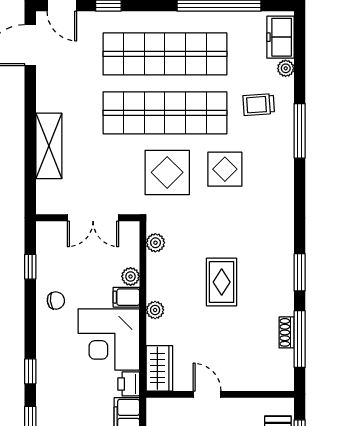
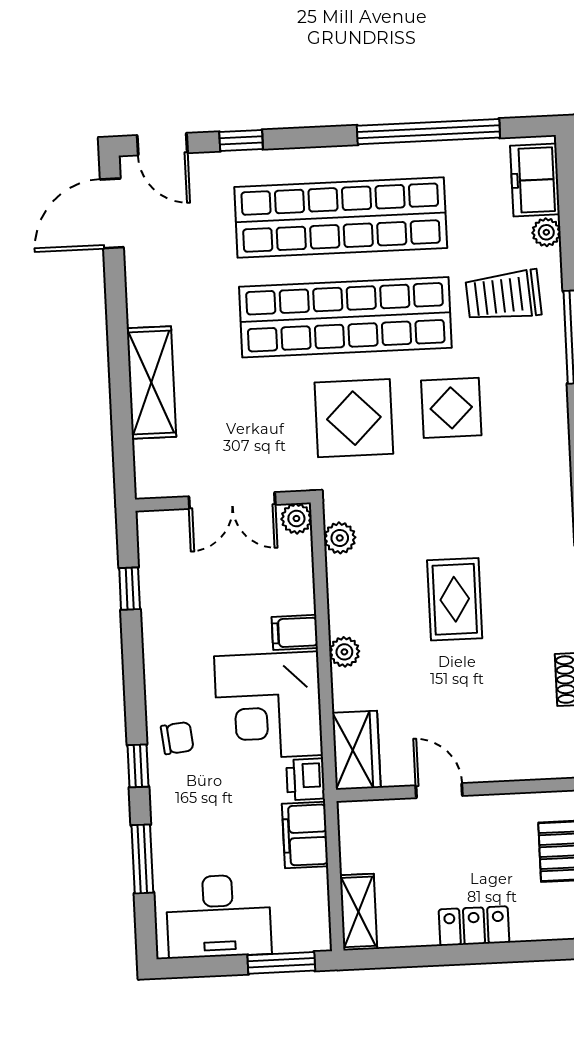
trolley: (259, 105) -> (503, 296), width x1.36, depth x1.39
plant: (131, 276) -> (296, 518), moved
chair: (56, 301) -> (177, 738), moved

